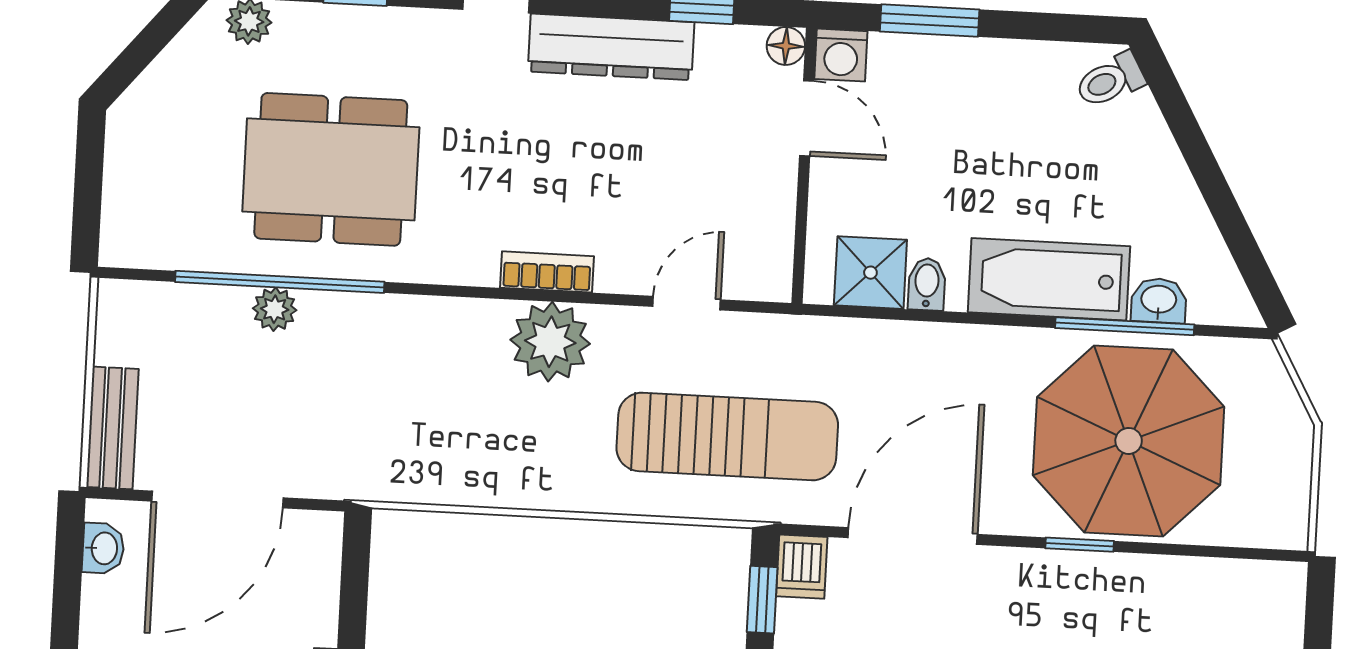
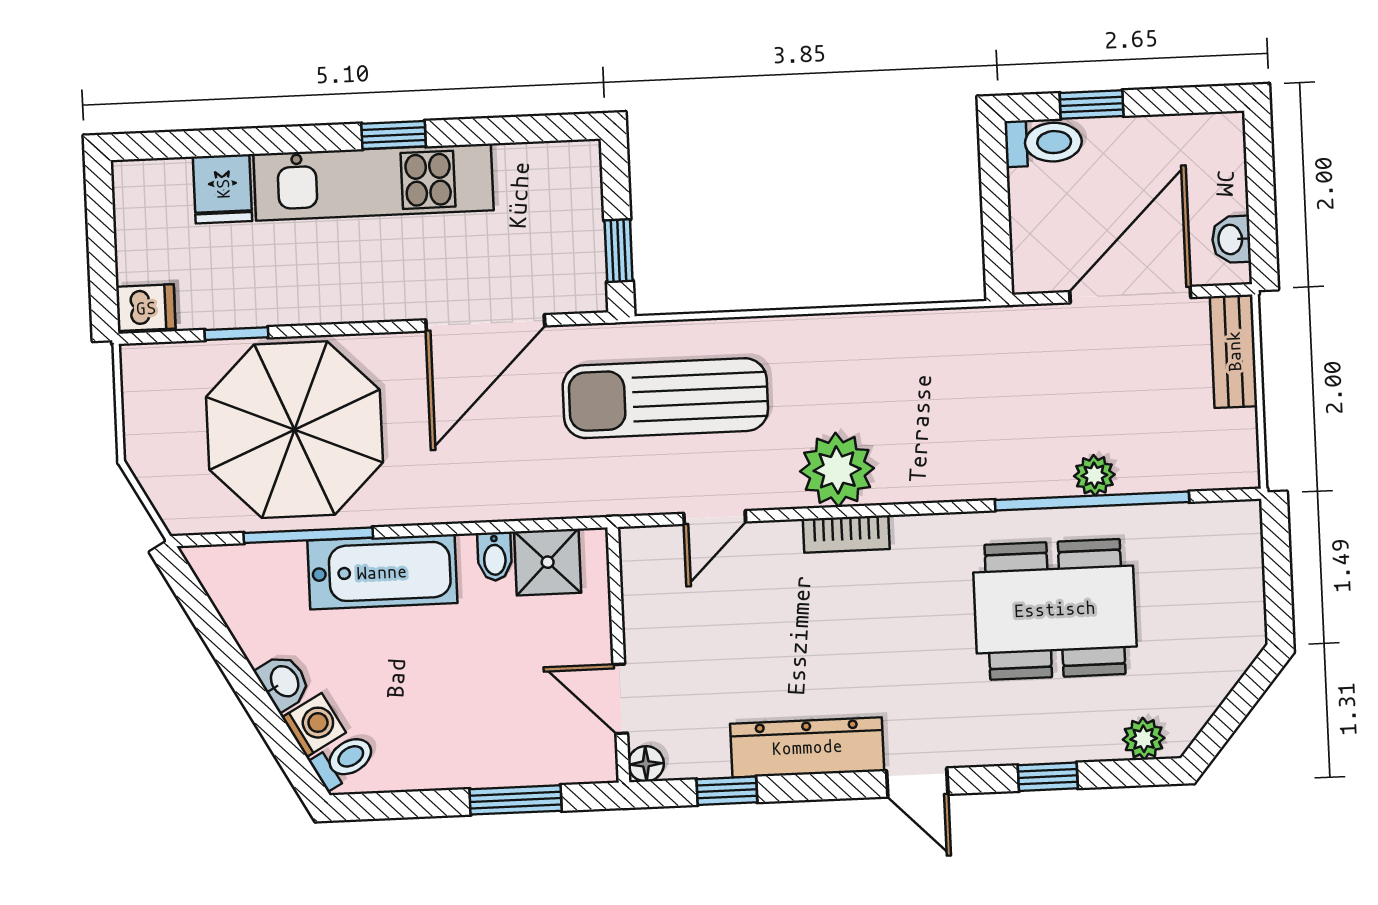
washing machine: (841, 55) -> (314, 725), moved, turned 61
washbasin: (1159, 301) -> (284, 682), moved, turned -119
window: (1080, 545) -> (236, 334), moved
dishwasher: (802, 567) -> (146, 308), moved, turned 90

